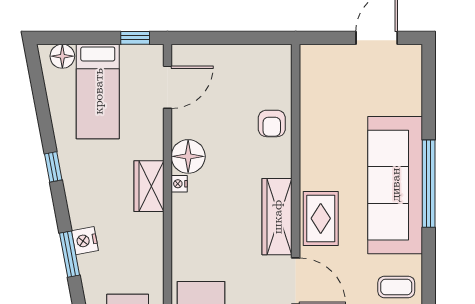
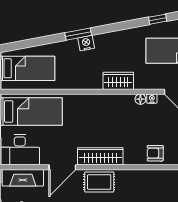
floor lamp: (188, 156) -> (140, 99), width x0.53, depth x0.53
window: (53, 167) -> (158, 19), moved
nightstand: (179, 184) -> (152, 99), moved

